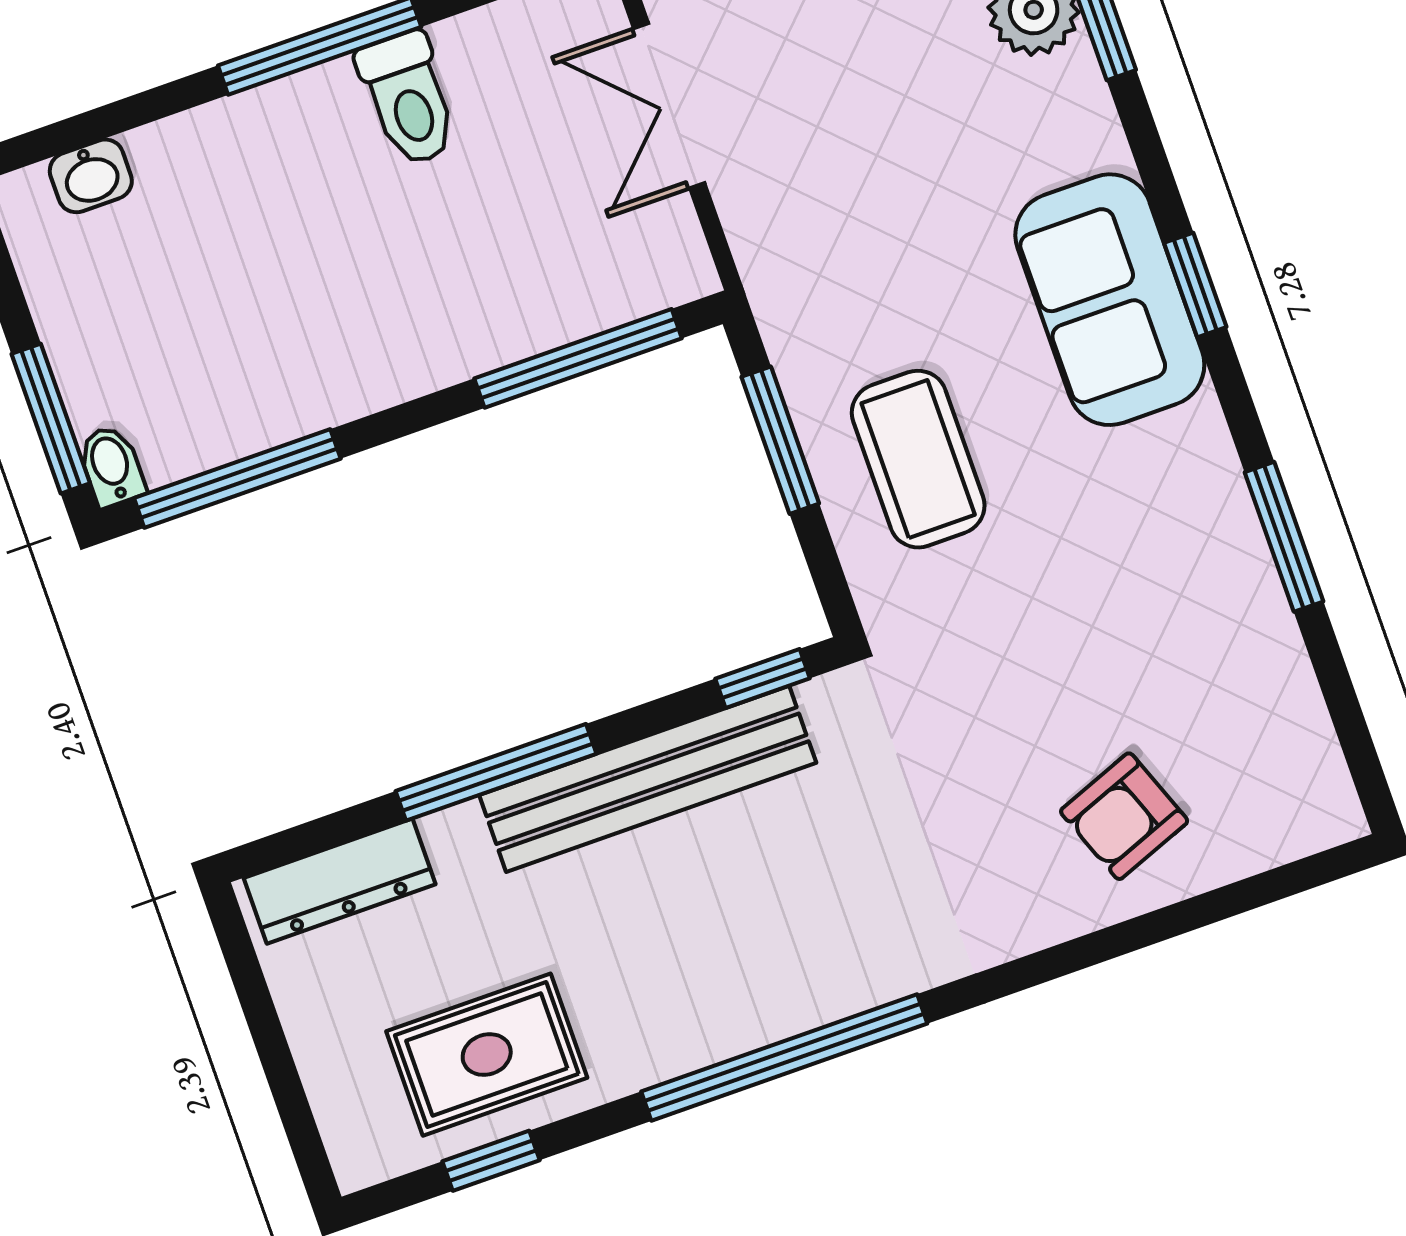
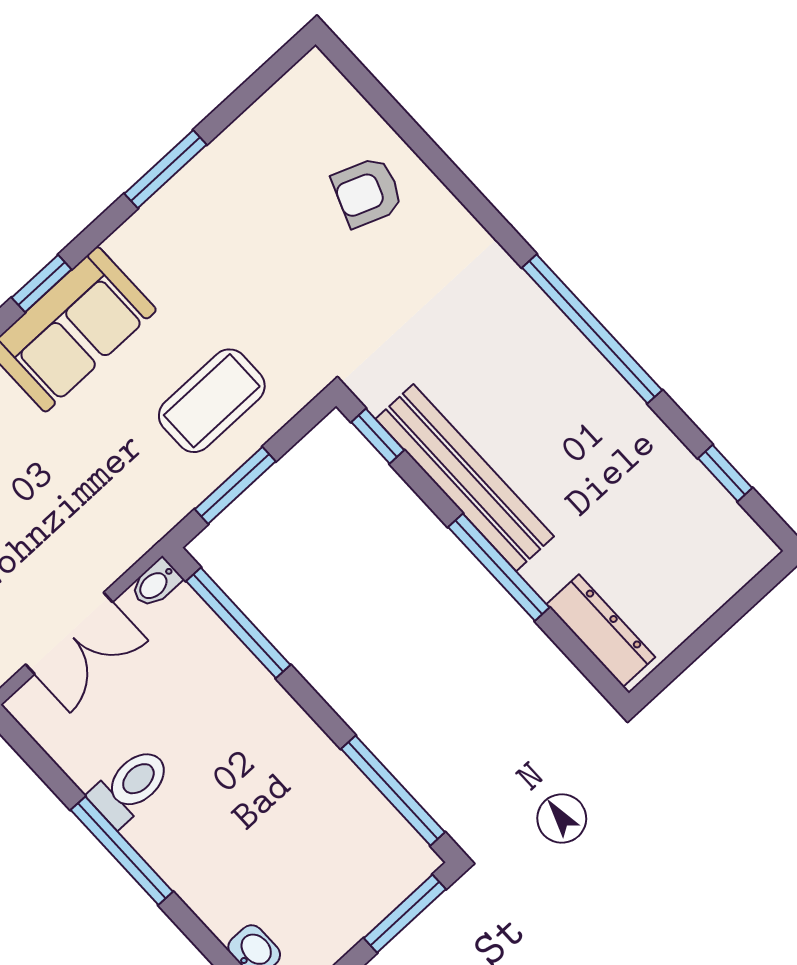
bidet: (111, 466) -> (156, 583), moved
armchair: (1124, 816) -> (367, 192), turned 132
rug: (487, 1055) -> (665, 502), removed

